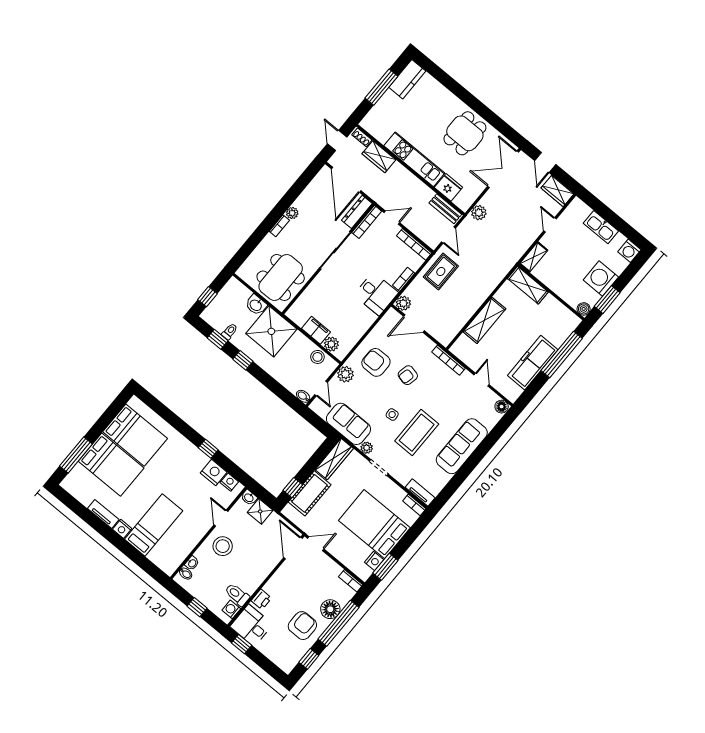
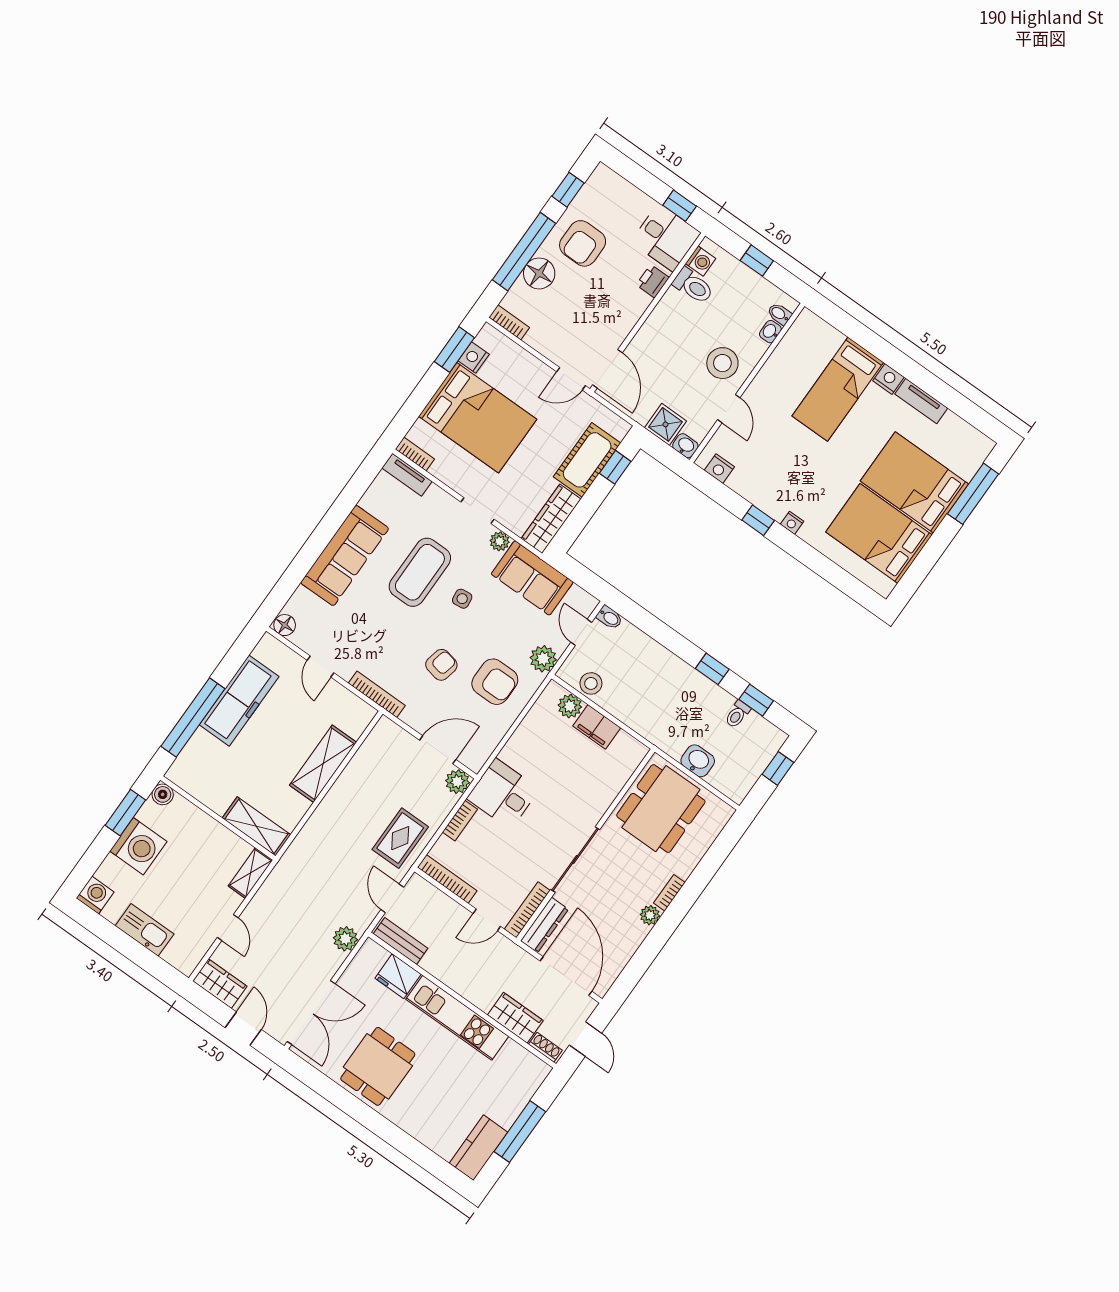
shower: (271, 331) -> (669, 720), removed
nightstand: (214, 473) -> (792, 523), moved, width x0.53, depth x0.56

